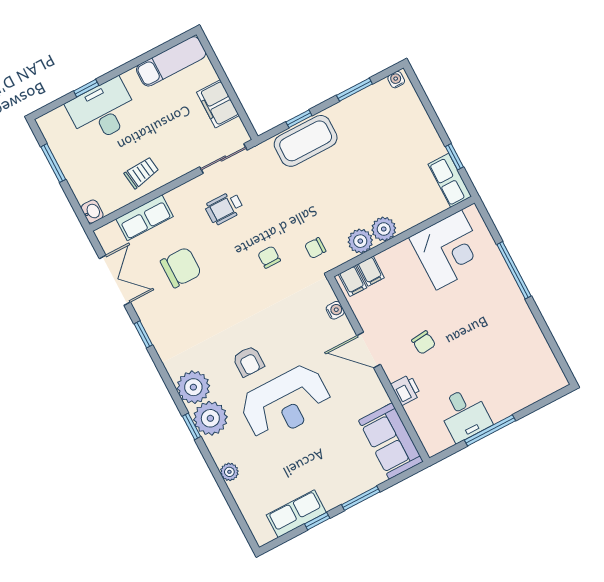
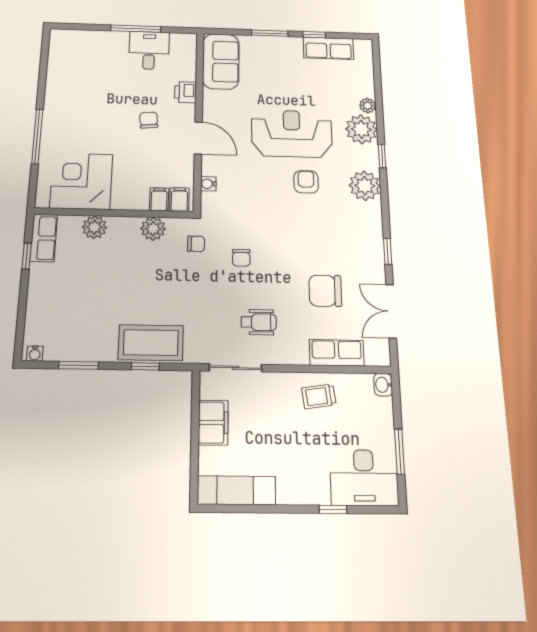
desk: (103, 111) -> (364, 477), moved
plant: (384, 229) -> (94, 227), moved
plant: (210, 418) -> (361, 129), moved

